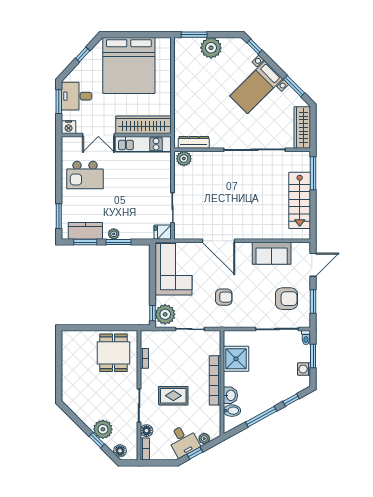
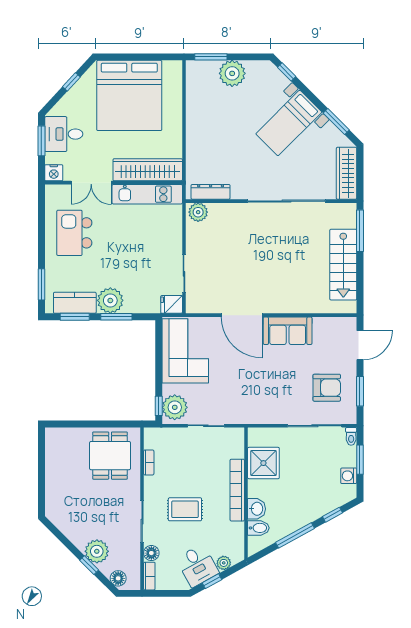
kitchen island: (85, 175) -> (74, 233), turned 90
plant: (114, 234) -> (110, 300), width x1.87, depth x1.87
sofa: (272, 253) -> (288, 331), moved
armchair: (224, 297) -> (248, 386), removed

